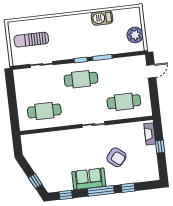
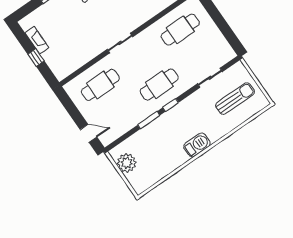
barbecue: (102, 18) -> (197, 145), moved
door: (151, 71) -> (88, 133), swing flipped
fireplace: (150, 134) -> (37, 40), moved
armchair: (116, 157) -> (77, 21), removed

